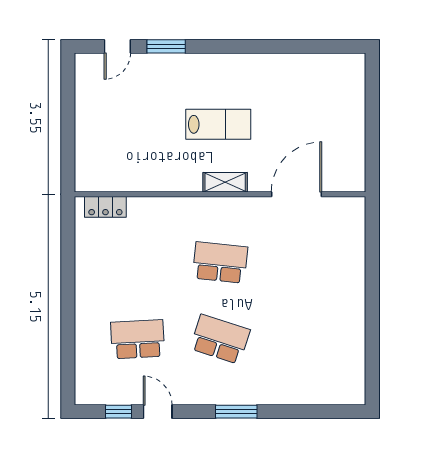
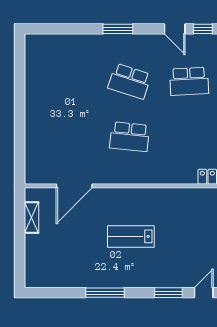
window: (254, 46) -> (105, 293), added
shelving: (225, 182) -> (31, 218), moved, turned 90

